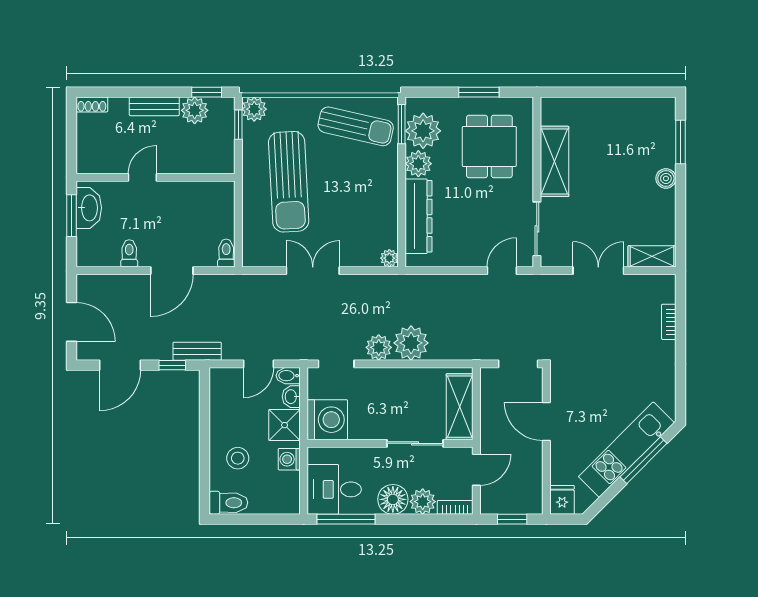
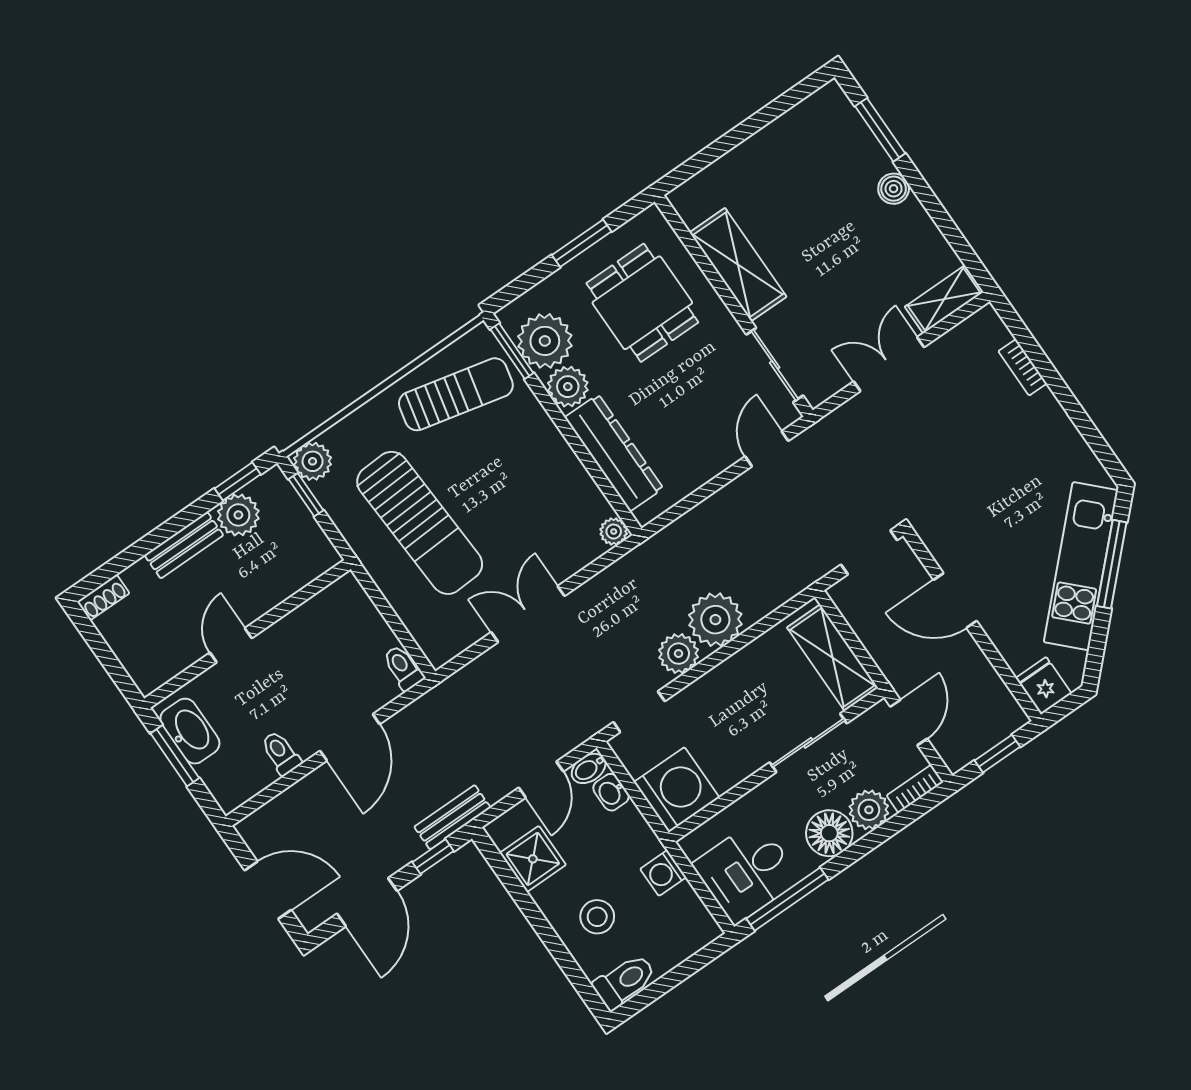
shower: (285, 425) -> (533, 859), moved

